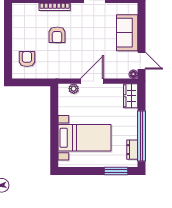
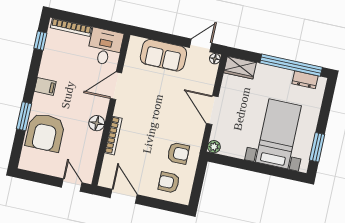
door: (8, 25) -> (124, 196), added
armchair: (57, 35) -> (178, 153), moved
plant: (74, 89) -> (214, 147), moved
window: (116, 171) -> (317, 147), moved

